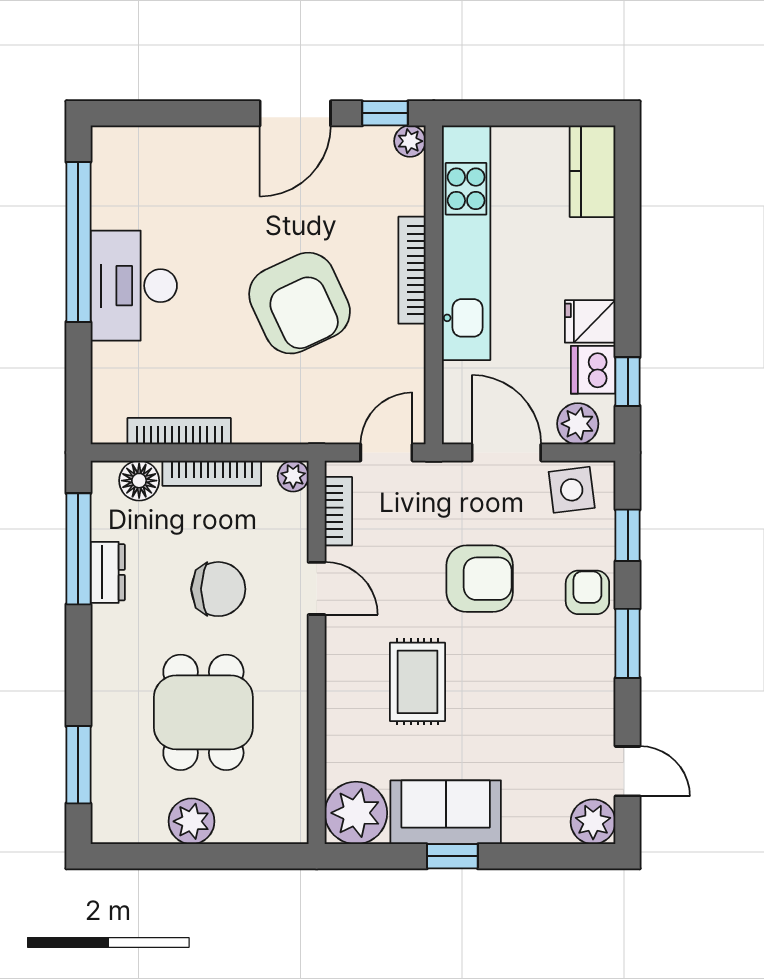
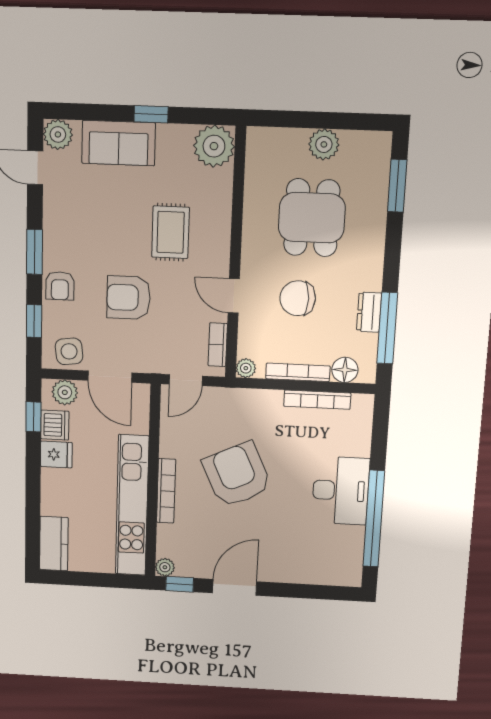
sofa: (446, 812) -> (119, 143), moved

